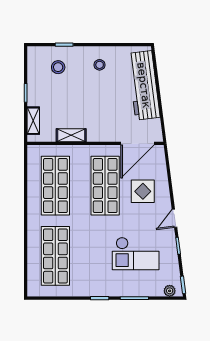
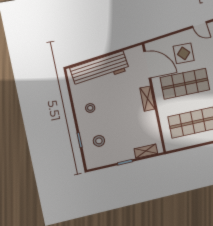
shelving: (71, 135) -> (147, 99), moved

